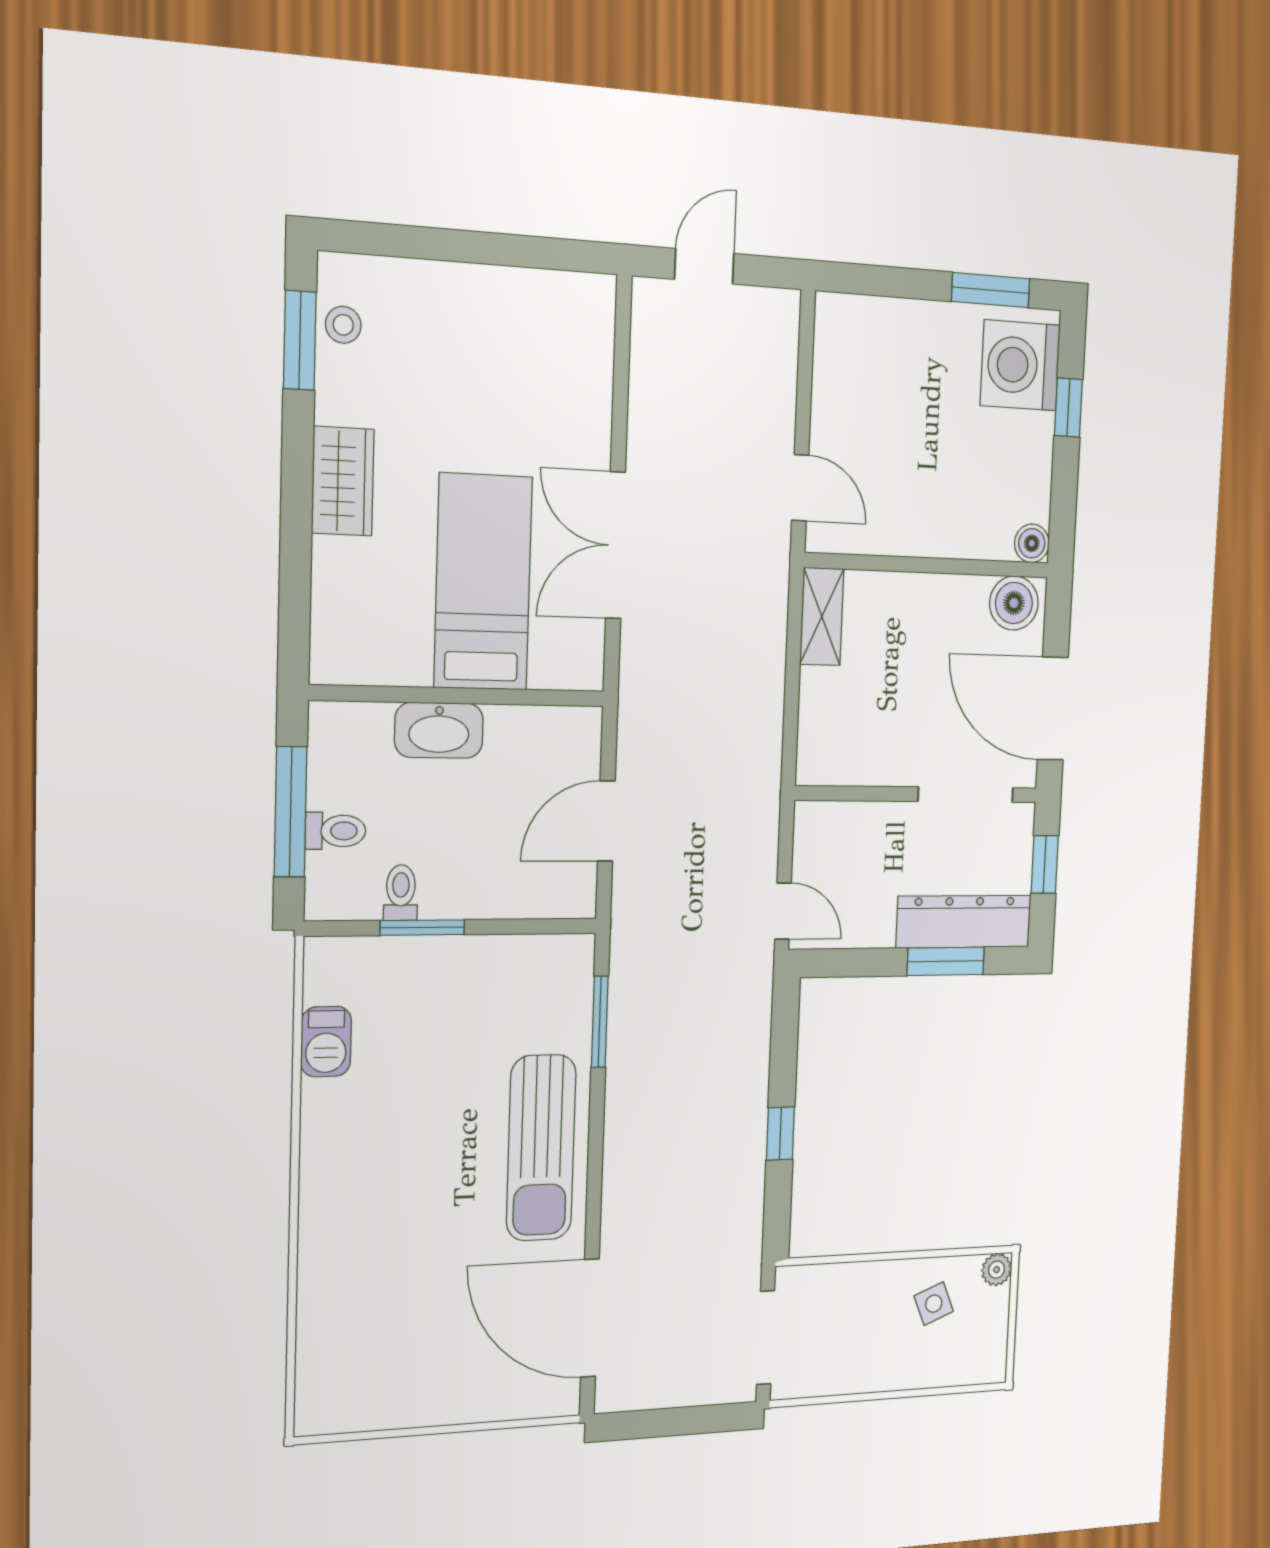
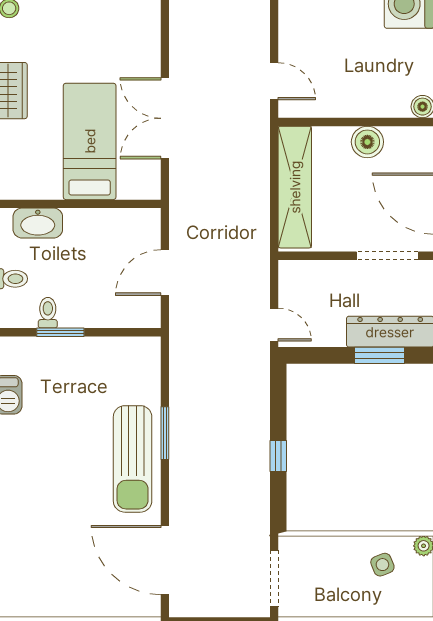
boiler: (1014, 603) -> (367, 142), moved
shelving: (822, 617) -> (295, 187), width x2.20, depth x1.33
washbasin: (439, 730) -> (38, 223), moved
window: (600, 1022) -> (165, 433), moved

